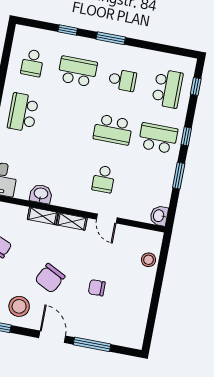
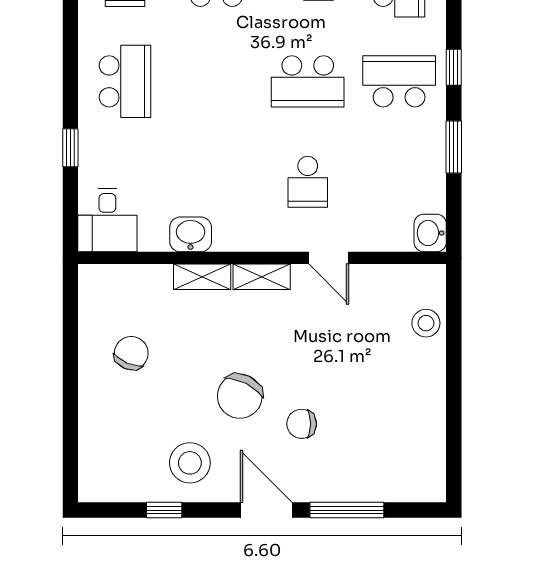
school desk: (23, 112) -> (125, 81), turned 180
chair: (97, 288) -> (302, 424), moved

